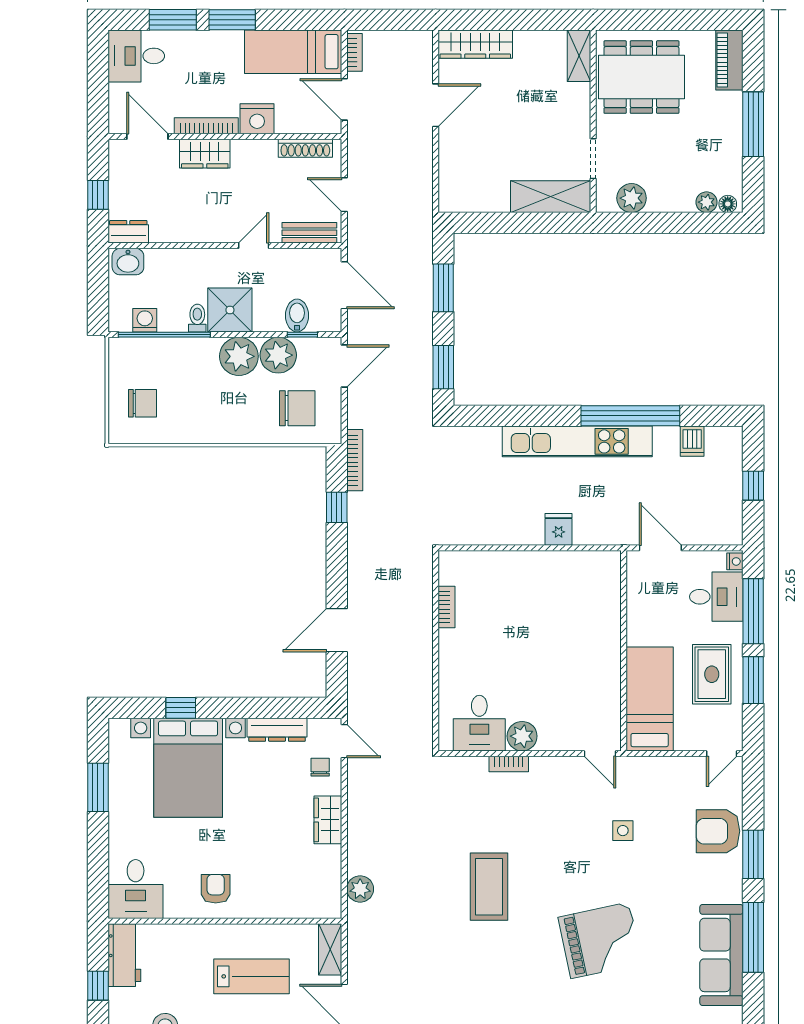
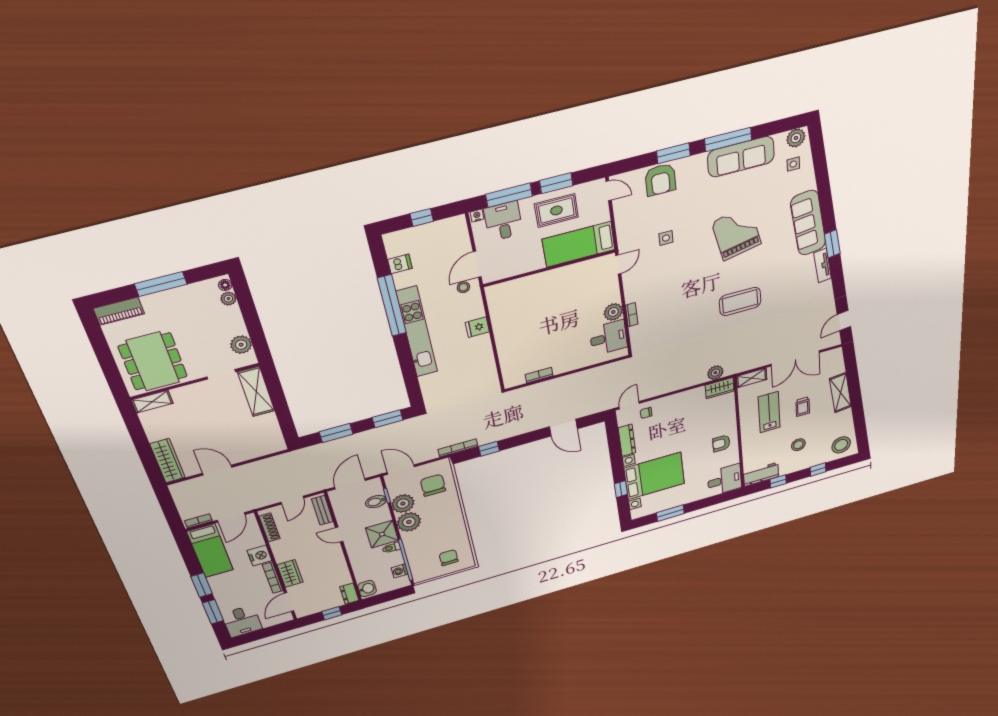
stool: (630, 522) -> (463, 287), added
wardrobe: (328, 820) -> (720, 388), moved
coffee table: (489, 887) -> (740, 301), moved

